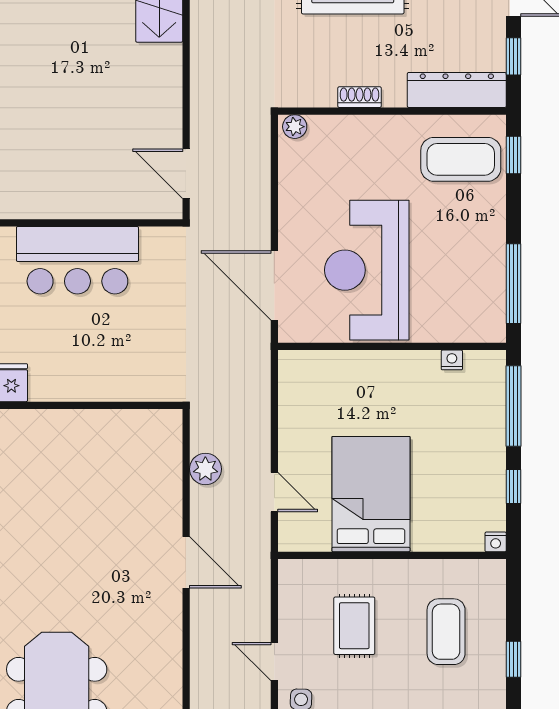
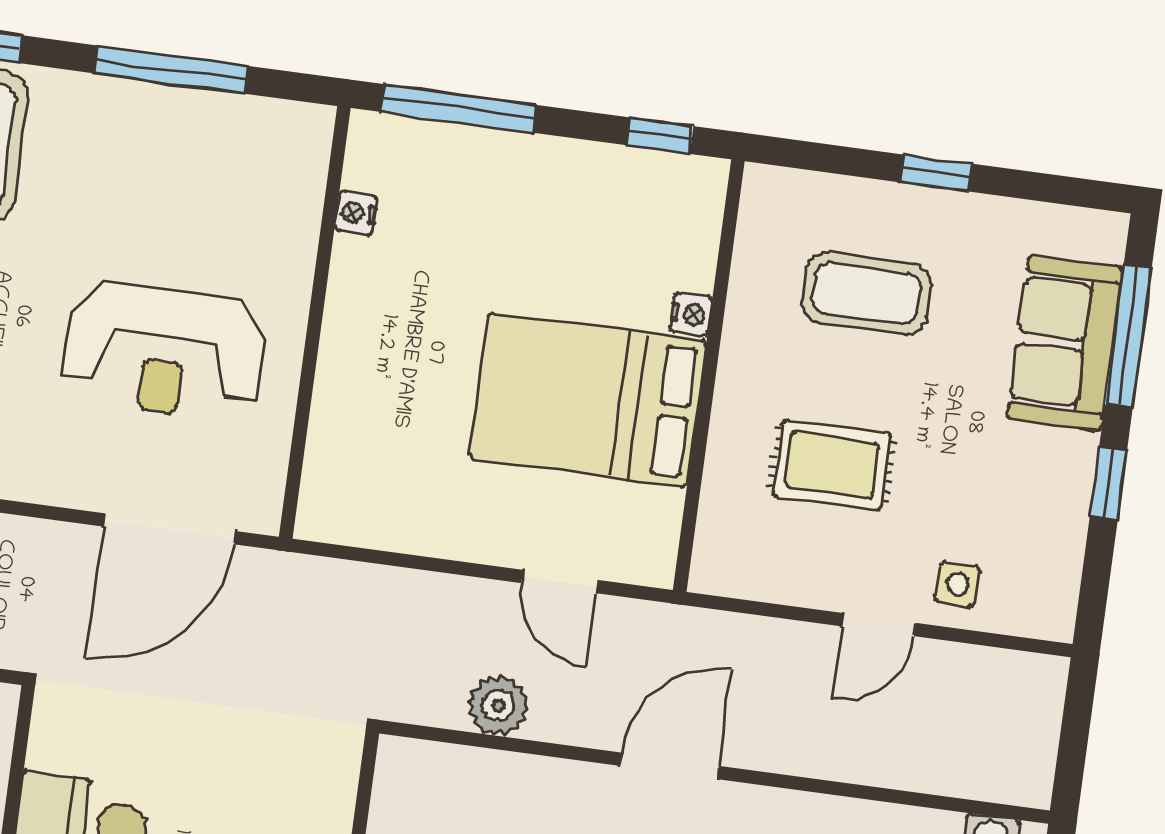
reception desk: (367, 270) -> (164, 351), width x0.74, depth x0.77
window: (514, 284) -> (171, 70), moved
window: (514, 486) -> (660, 136), moved
door: (274, 492) -> (559, 582), swing flipped
nightstand: (496, 542) -> (691, 314), moved

